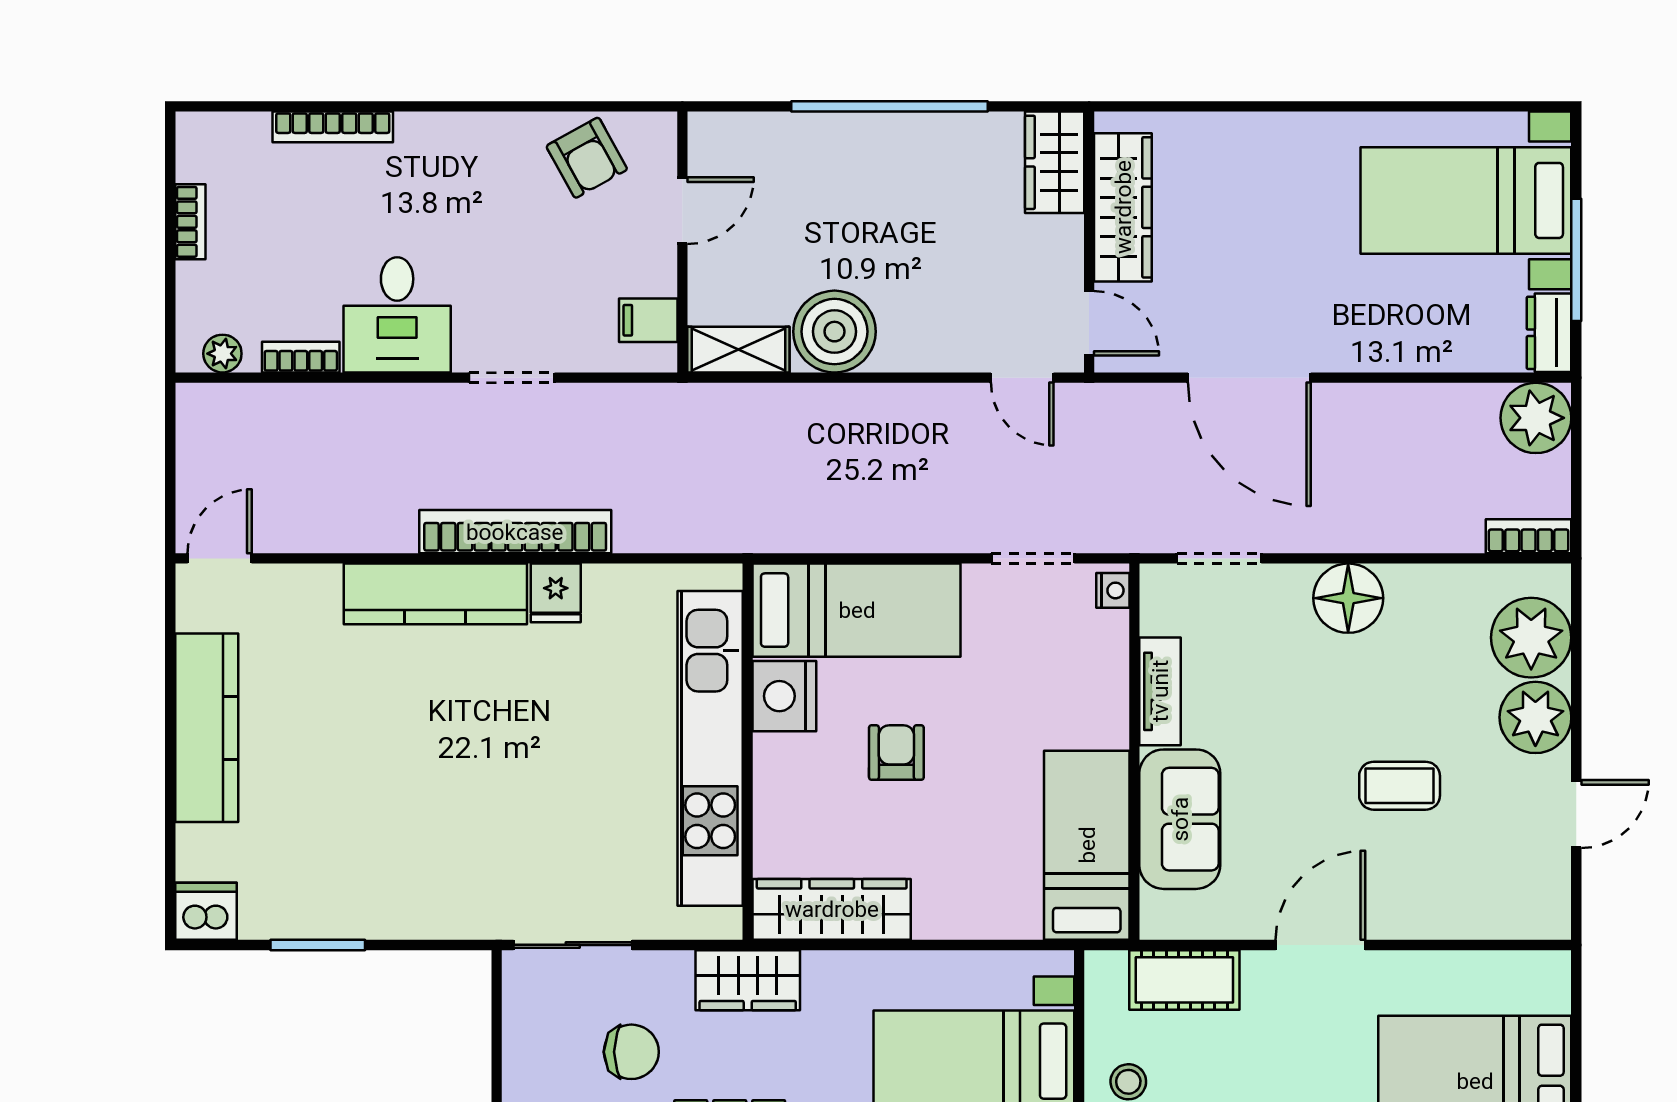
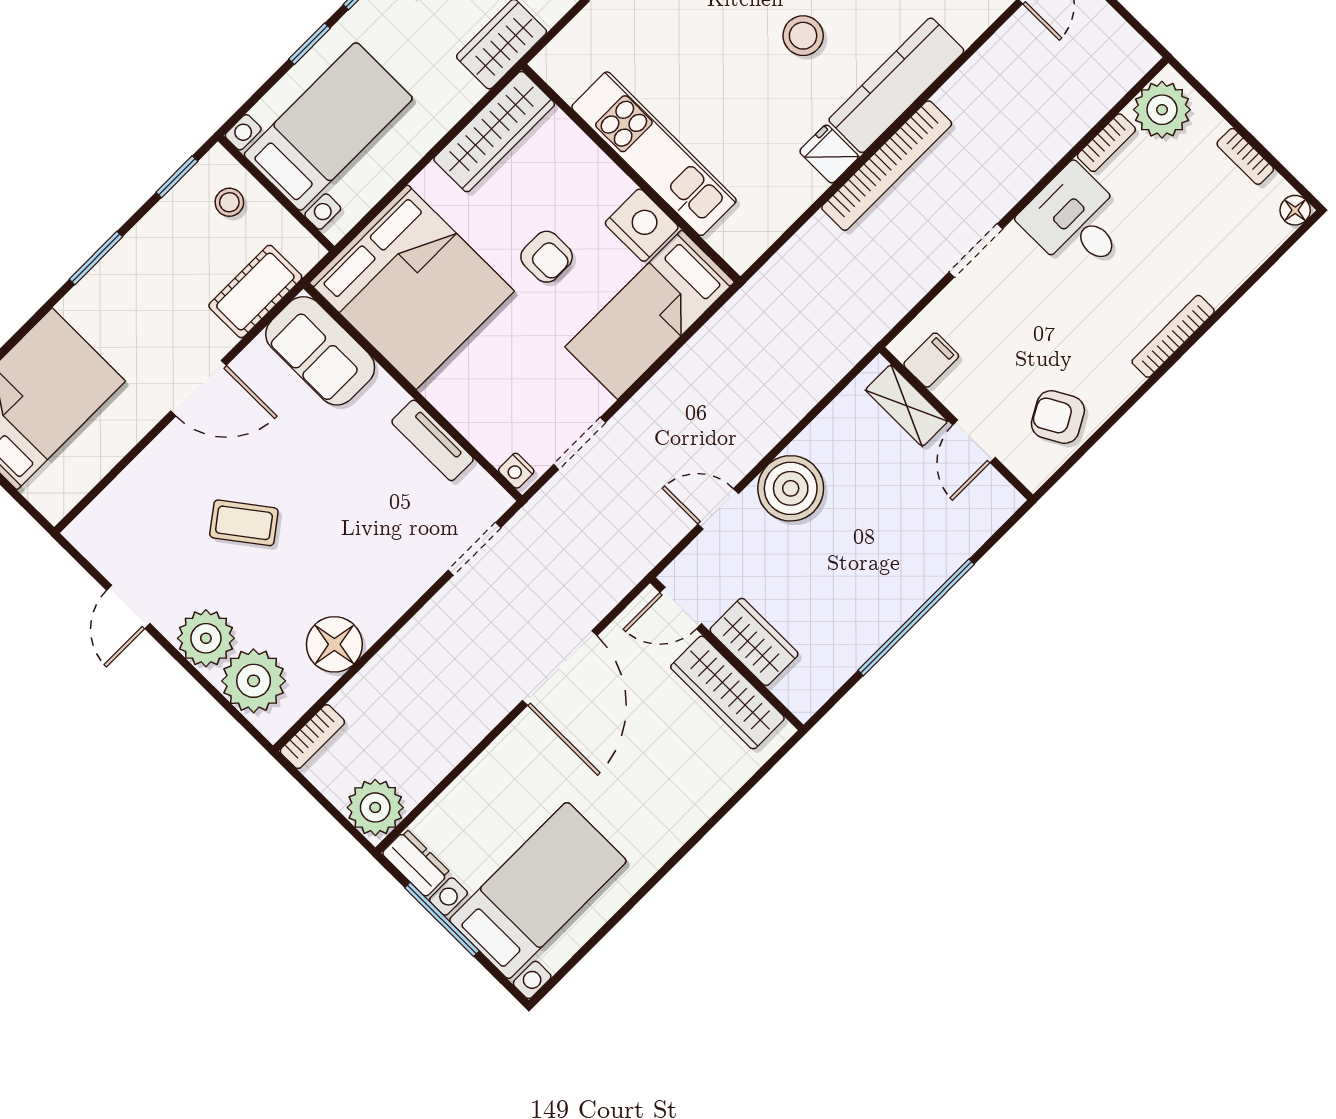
bookcase: (333, 127) -> (1173, 336), moved
floor lamp: (194, 130) -> (1295, 210), added
wardrobe: (1055, 162) -> (754, 642), moved
boiler: (834, 332) -> (791, 488), moved
shelving: (738, 350) -> (906, 406), moved, turned 90
plant: (222, 354) -> (1162, 110), width x1.88, depth x1.88
door: (1022, 378) -> (718, 509), moved
door: (1249, 378) -> (560, 668), swing flipped
floor lamp: (1348, 598) -> (334, 644), moved
stool: (474, 720) -> (803, 36), added
kitchen unit: (710, 748) -> (654, 154), width x0.73
coffee table: (1400, 786) -> (244, 523), turned 53
sofa: (1180, 819) -> (320, 351), moved
bed: (1087, 845) -> (412, 287), width x2.04
door: (1320, 945) -> (198, 388), hinge flipped

